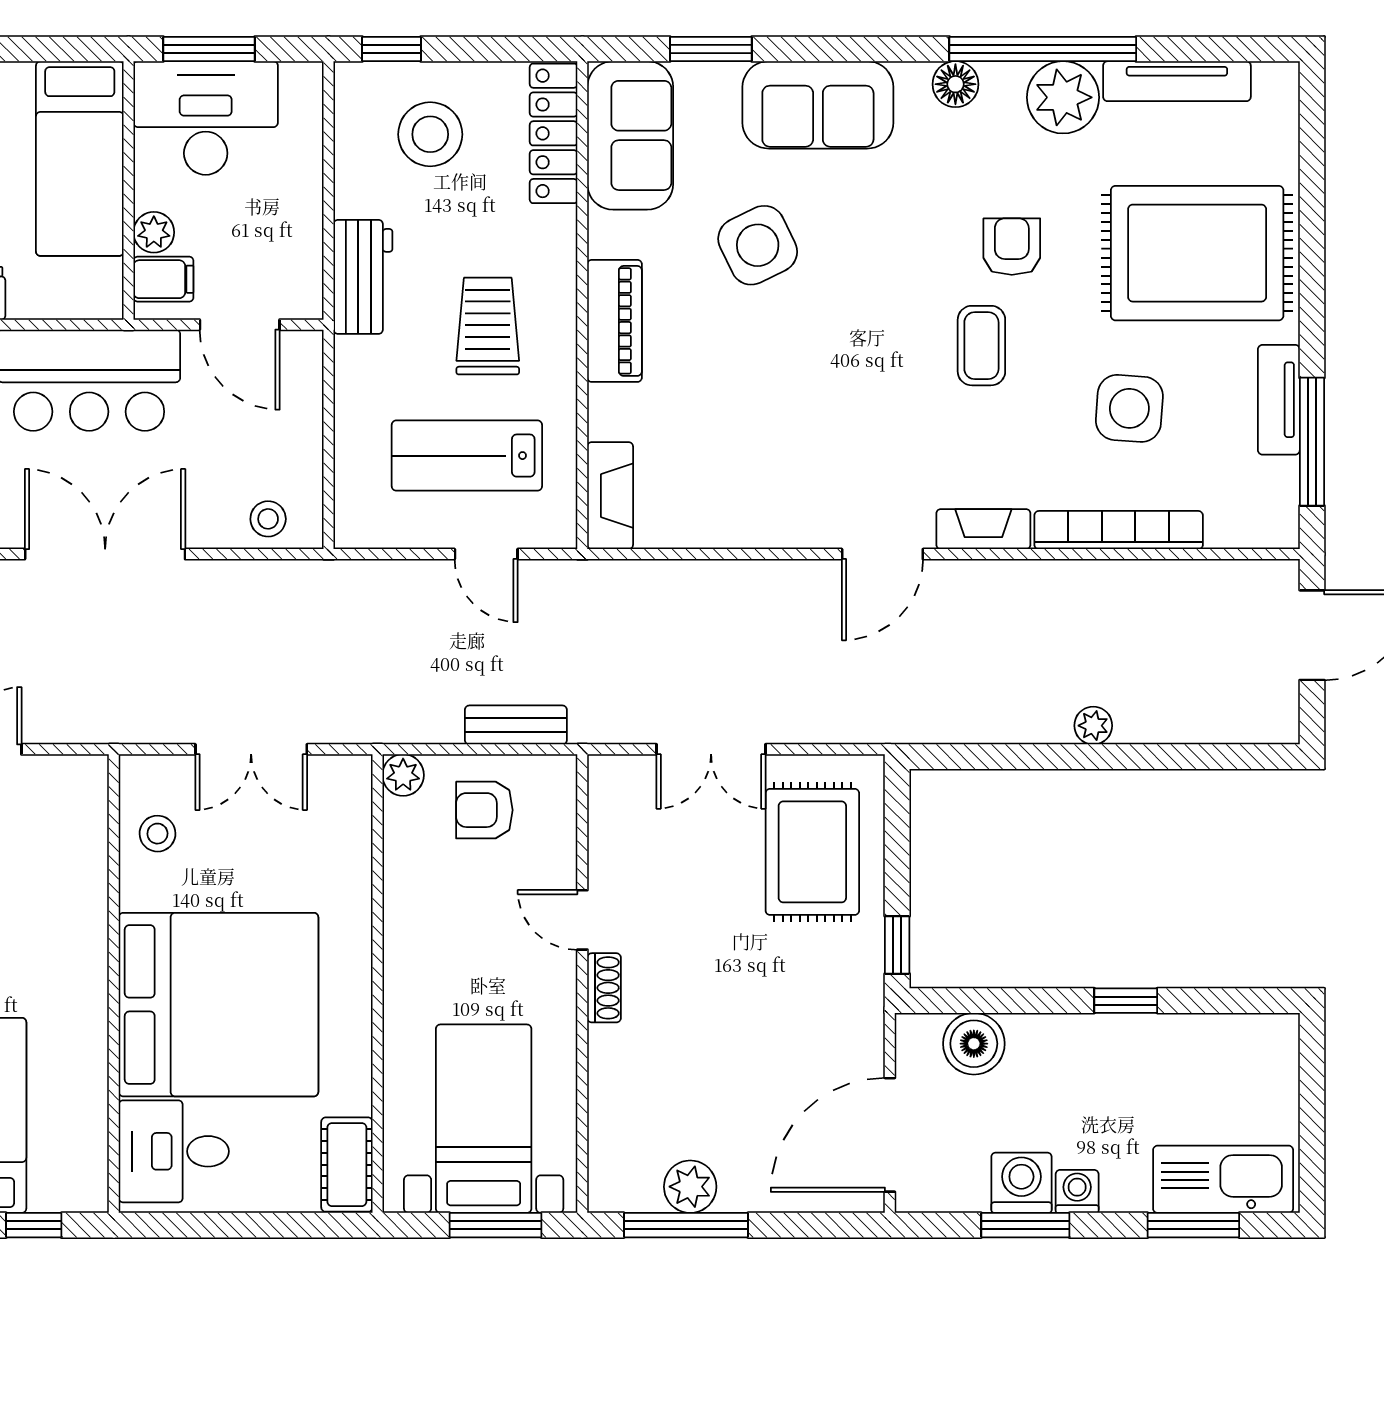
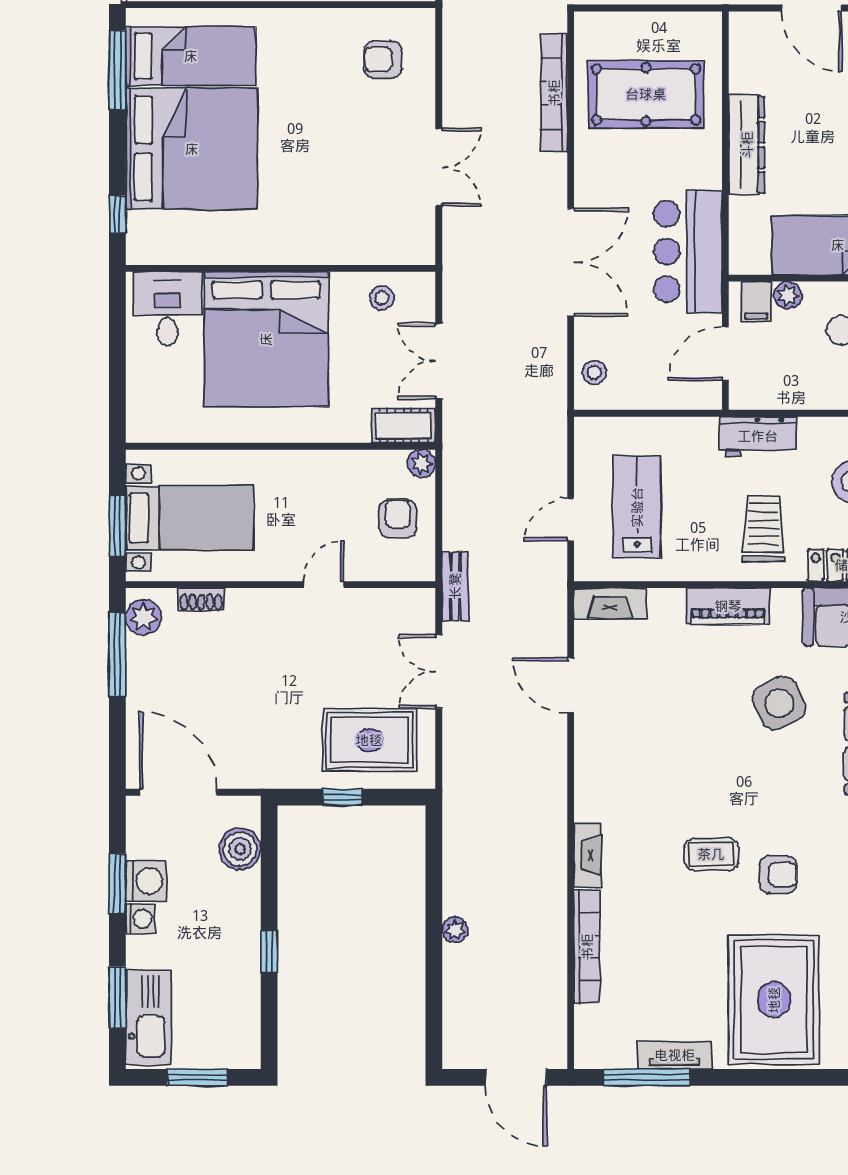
trolley: (488, 326) -> (764, 529), moved, turned -90
side table: (1129, 408) -> (669, 954), removed
door: (882, 554) -> (571, 685), moved
bench: (516, 725) -> (455, 586), moved
window: (897, 945) -> (342, 797), moved
shoe rack: (604, 988) -> (201, 599), moved
window: (1312, 1107) -> (197, 1077), added
cot: (347, 1165) -> (404, 426), moved
plant: (690, 1187) -> (143, 617), moved

